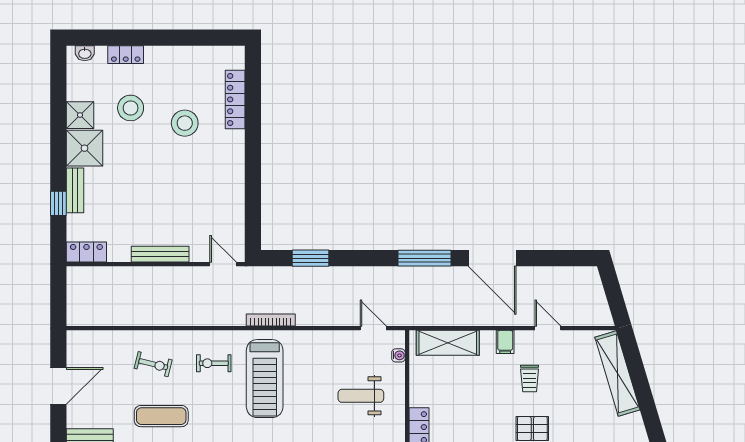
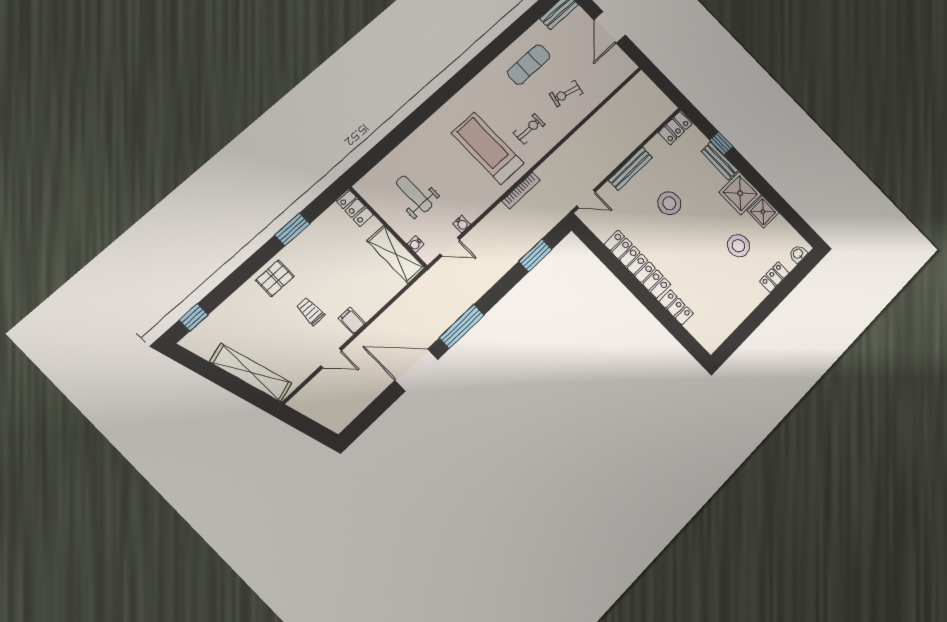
locker: (235, 99) -> (676, 307), width x0.66
stool: (185, 123) -> (669, 203), moved
locker: (233, 173) -> (637, 264), added
water cooler: (346, 337) -> (462, 224), added
shelving: (448, 343) -> (396, 254), moved, turned 90
weight bench: (361, 396) -> (414, 194), turned -90

